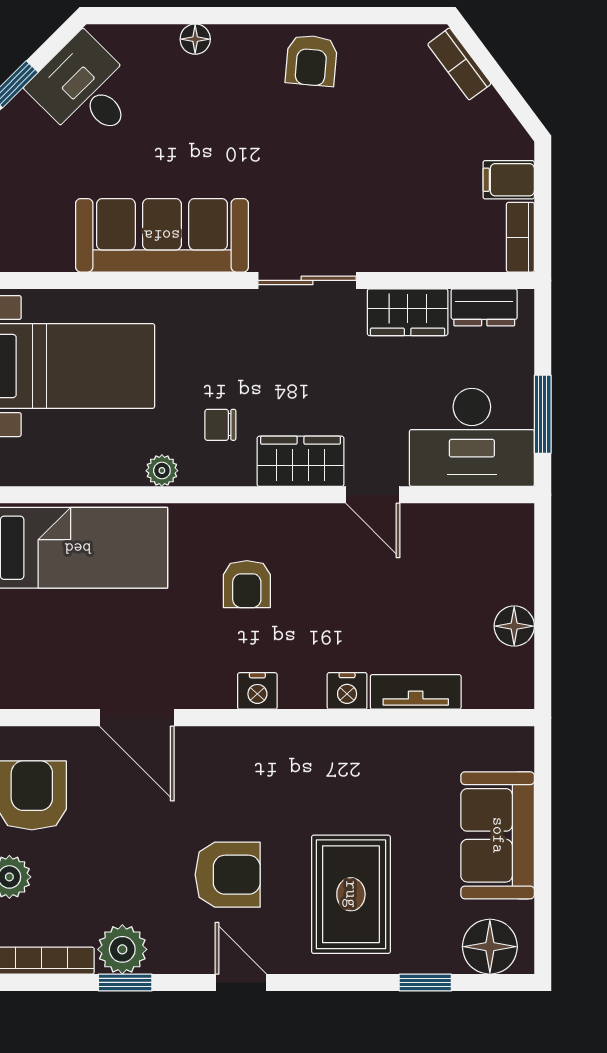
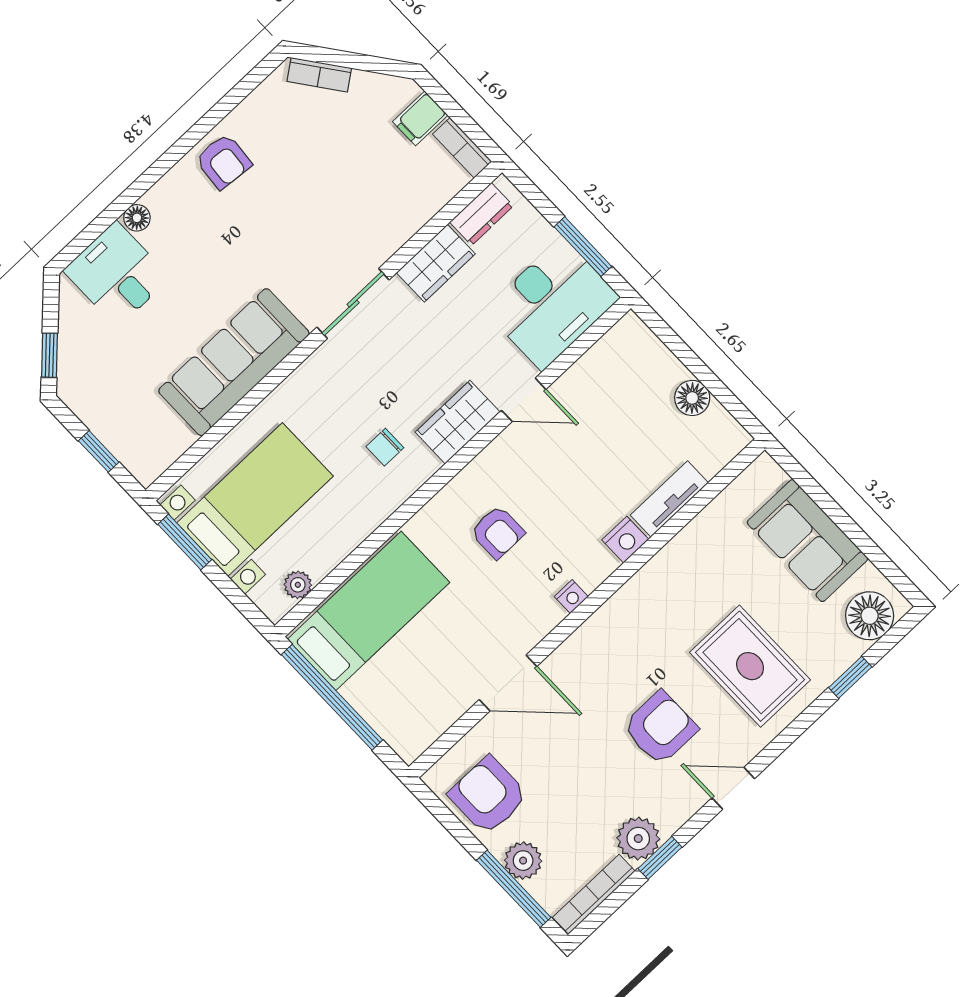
desk: (85, 90) -> (117, 274), moved, turned 45
plant: (162, 471) -> (298, 585), moved
nightstand: (257, 691) -> (571, 597), width x0.72, depth x0.74

